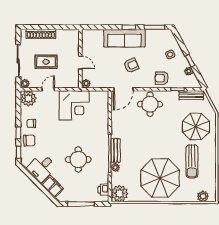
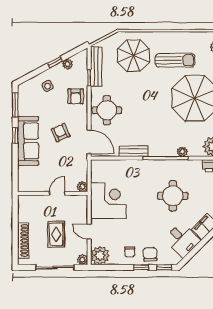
bench: (191, 95) -> (96, 66), width x1.36
bench: (116, 150) -> (134, 151), moved

